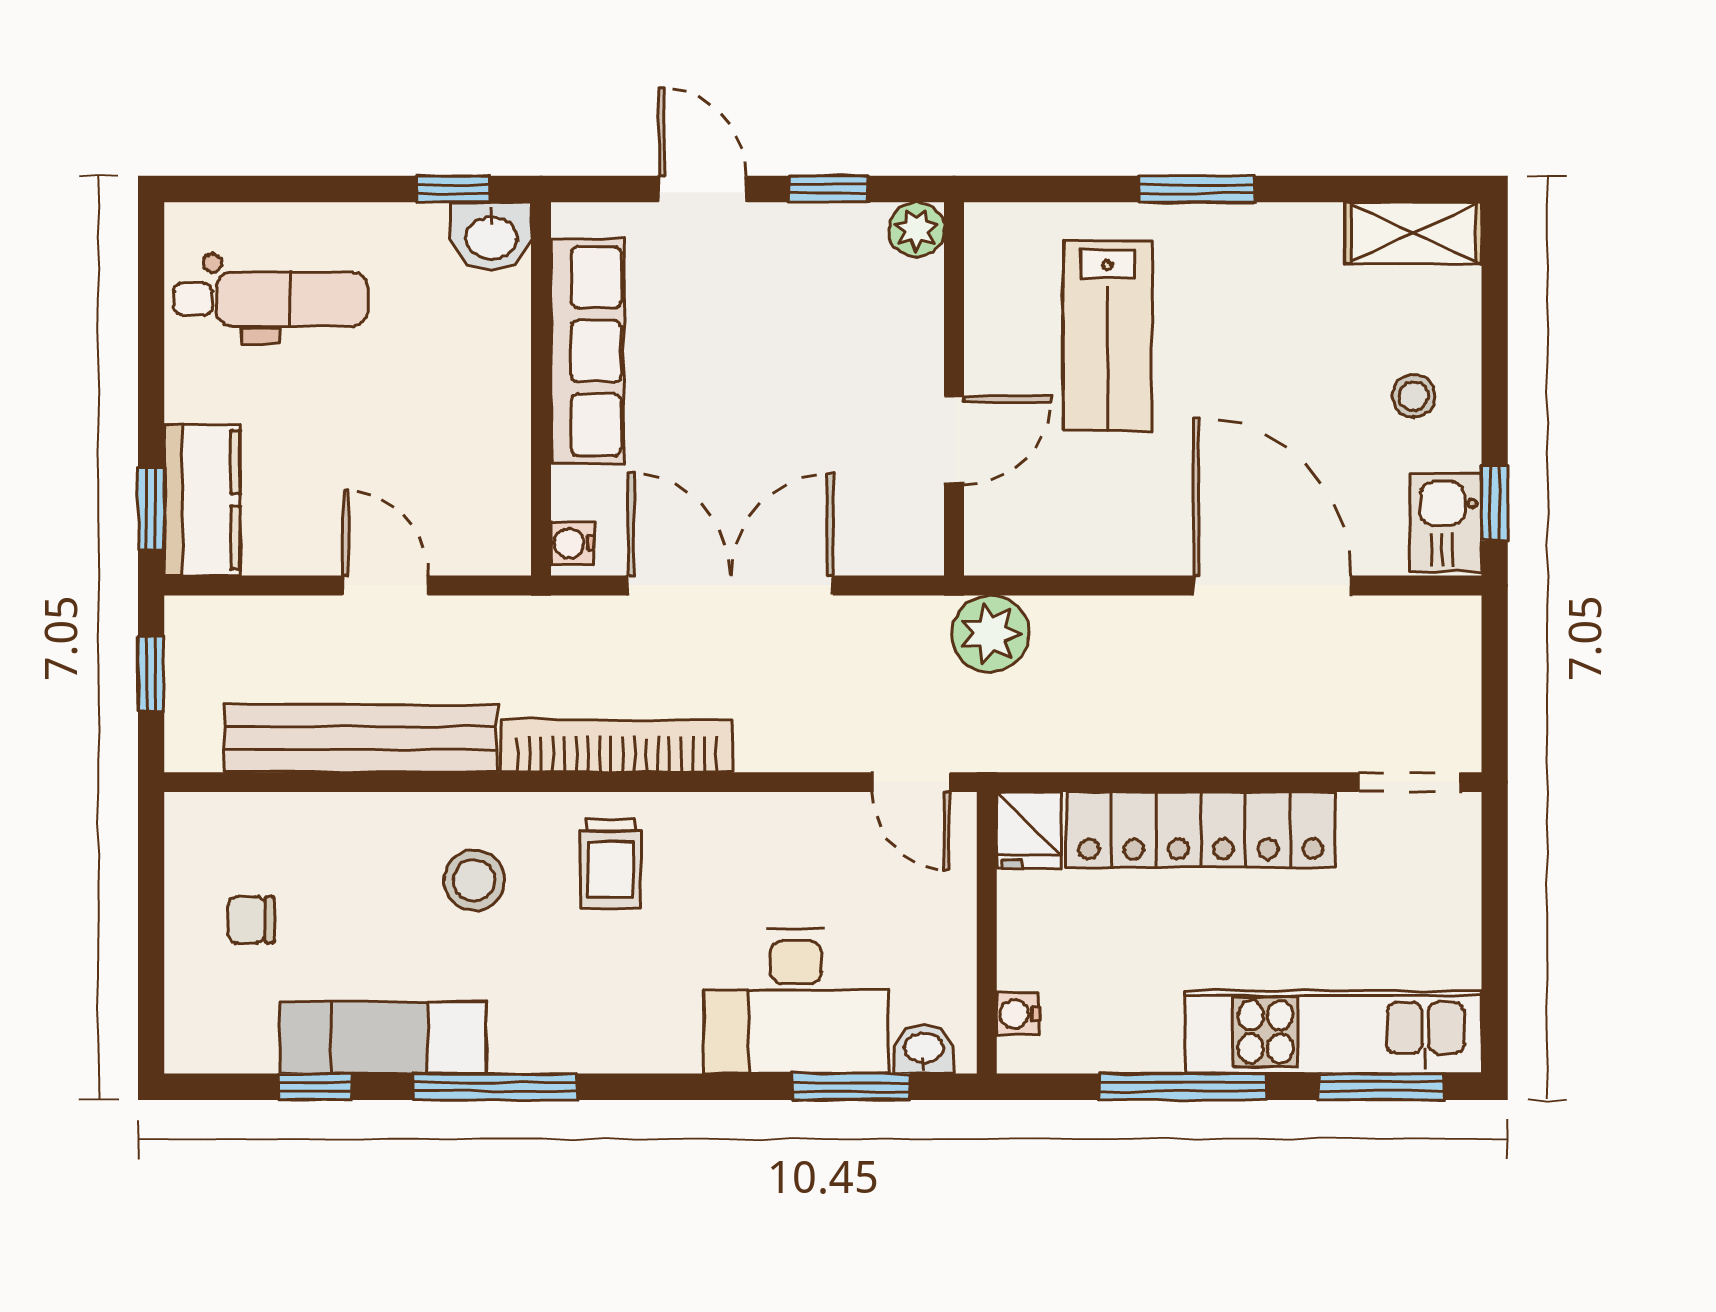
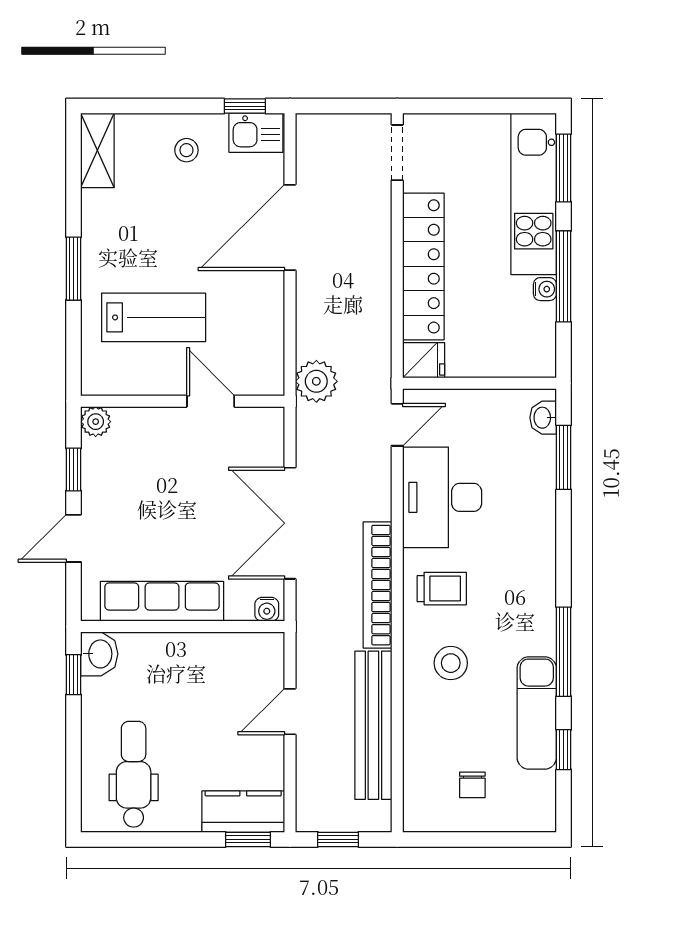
desk: (796, 1001) -> (442, 497), moved, turned 180
water cooler: (1018, 1014) -> (545, 289), moved, turned -90

